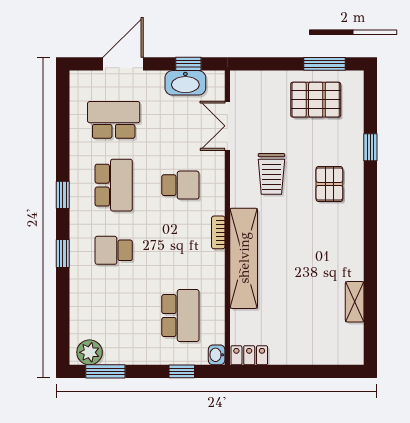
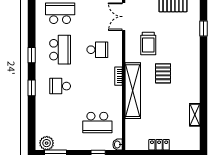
pallet: (329, 184) -> (163, 73), moved
school desk: (180, 316) -> (97, 123), turned 90
locker: (249, 355) -> (159, 145), moved

